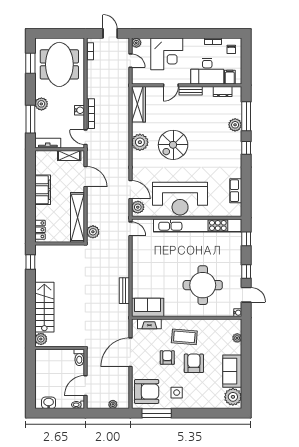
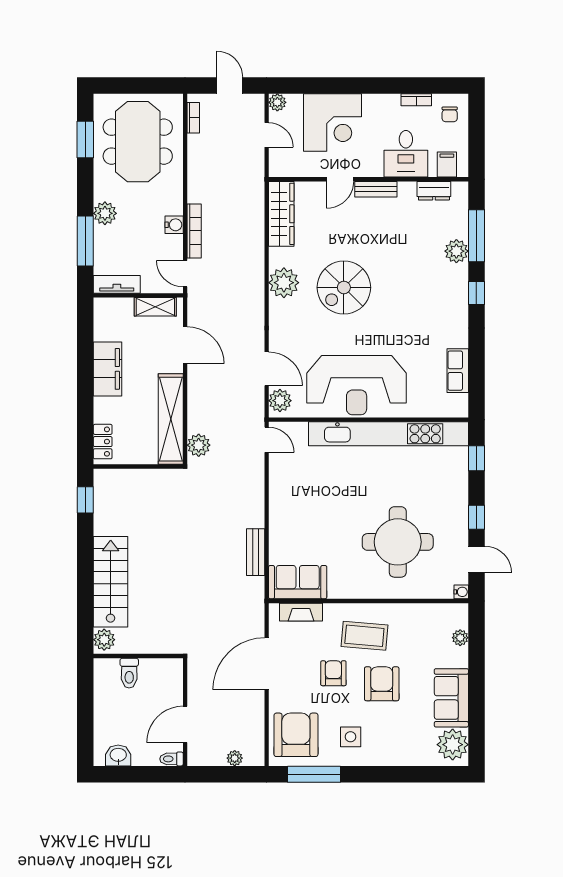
desk: (207, 71) -> (406, 154), width x0.73
toilet: (79, 357) -> (129, 673), moved
armchair: (147, 391) -> (296, 735), turned -90

